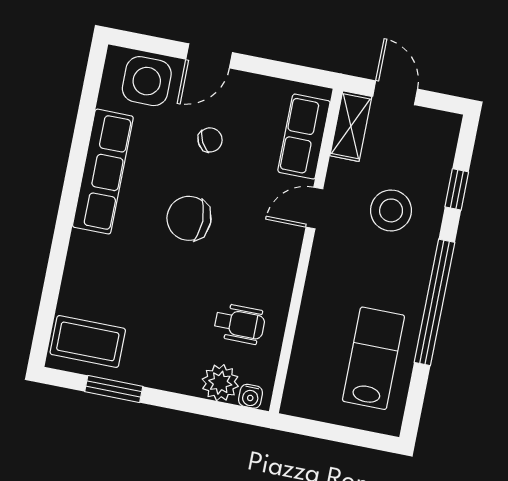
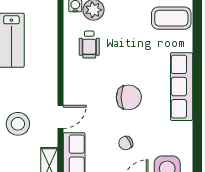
row of seats: (103, 172) -> (182, 87), moved
wheelchair: (240, 324) -> (89, 45), turned -90

